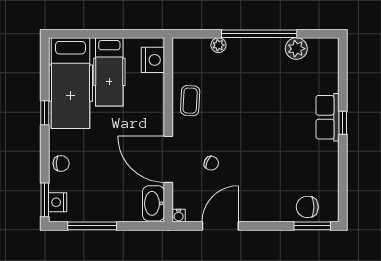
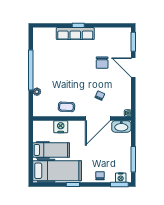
plant: (296, 49) -> (39, 50), removed
nightstand: (153, 60) -> (61, 127), moved
row of seats: (327, 117) -> (75, 34), width x1.48
chair: (307, 207) -> (102, 63), moved
door: (220, 226) -> (133, 68), moved

